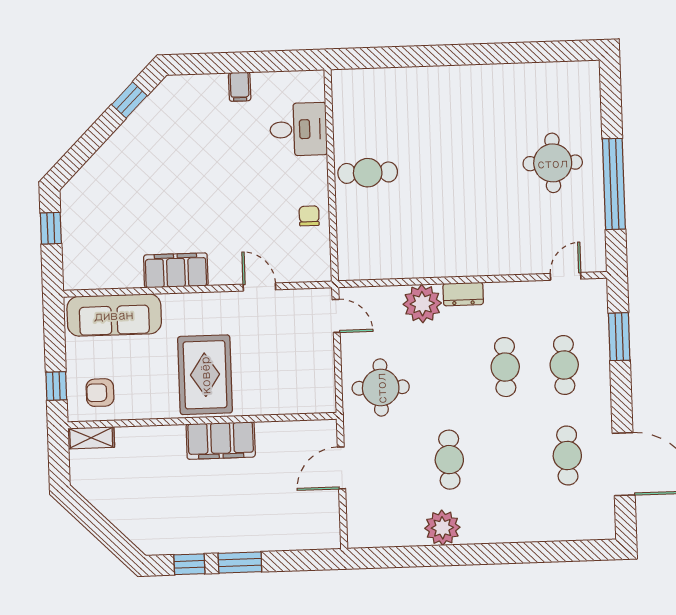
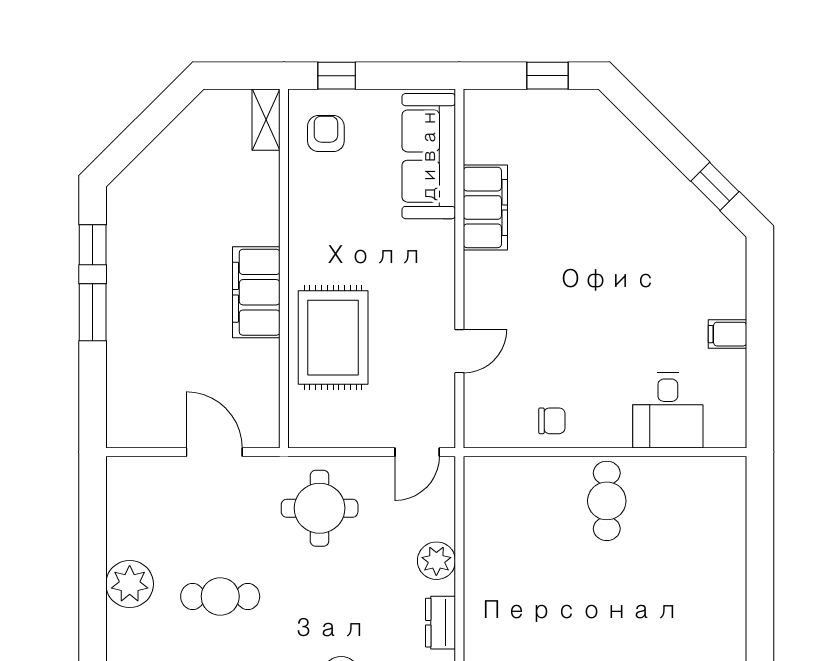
filing cabinet: (176, 270) -> (485, 207), moved
plant: (422, 304) -> (436, 561), width x0.73, depth x0.73
rug: (205, 375) -> (333, 338), moved, turned 90

